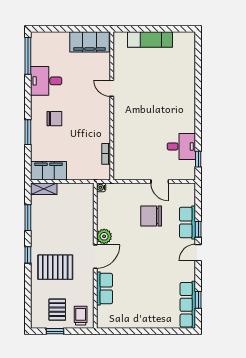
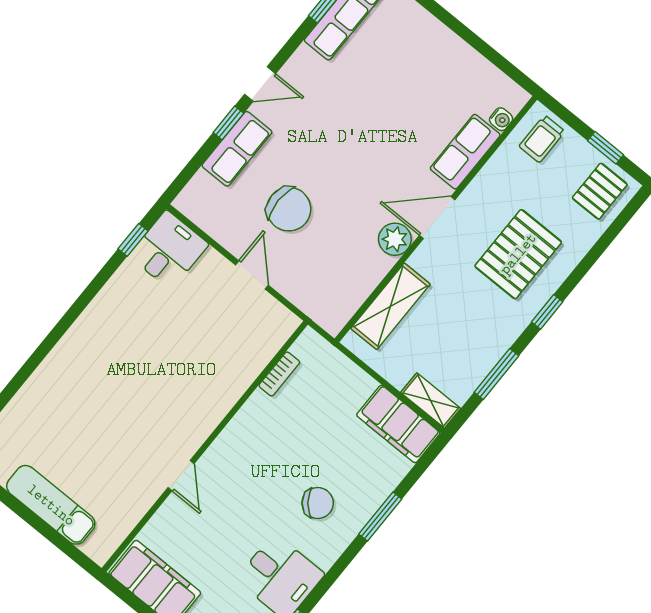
chair: (54, 119) -> (318, 503), turned 142
desk: (181, 146) -> (169, 250), moved, turned 90
door: (160, 181) -> (252, 275), moved
water cooler: (101, 187) -> (501, 119), moved
shelving: (86, 211) -> (391, 306), added
pallet: (55, 267) -> (518, 254), turned 90
pallet: (57, 310) -> (600, 191), moved

